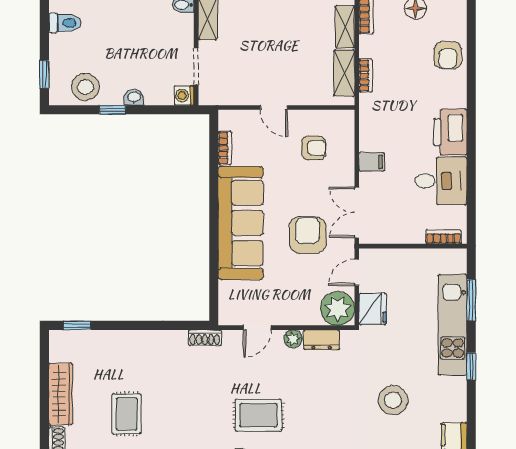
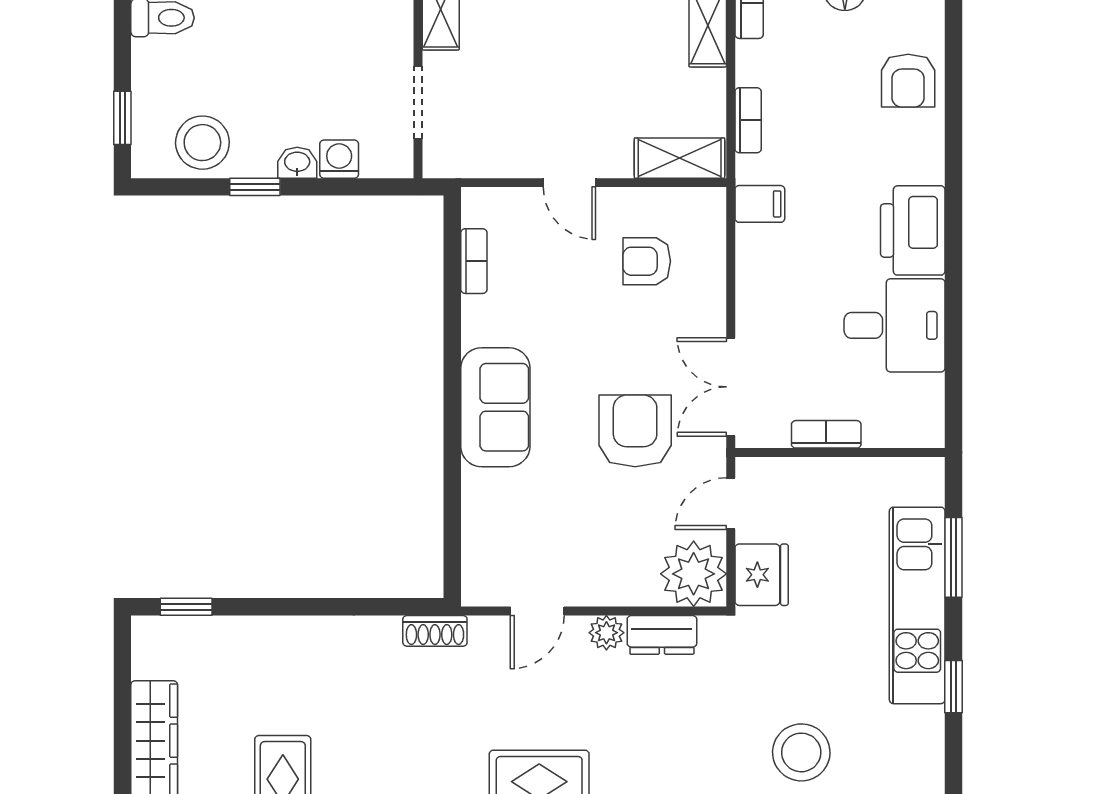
shelving: (344, 73) -> (680, 158), moved, turned 90
washing machine: (184, 95) -> (339, 159), moved, turned 90
armchair: (314, 148) -> (647, 261), turned 180
filing cabinet: (372, 162) -> (760, 204), moved
sofa: (241, 223) -> (495, 407), width x0.54, depth x0.79
bookcase: (443, 237) -> (826, 434), moved

